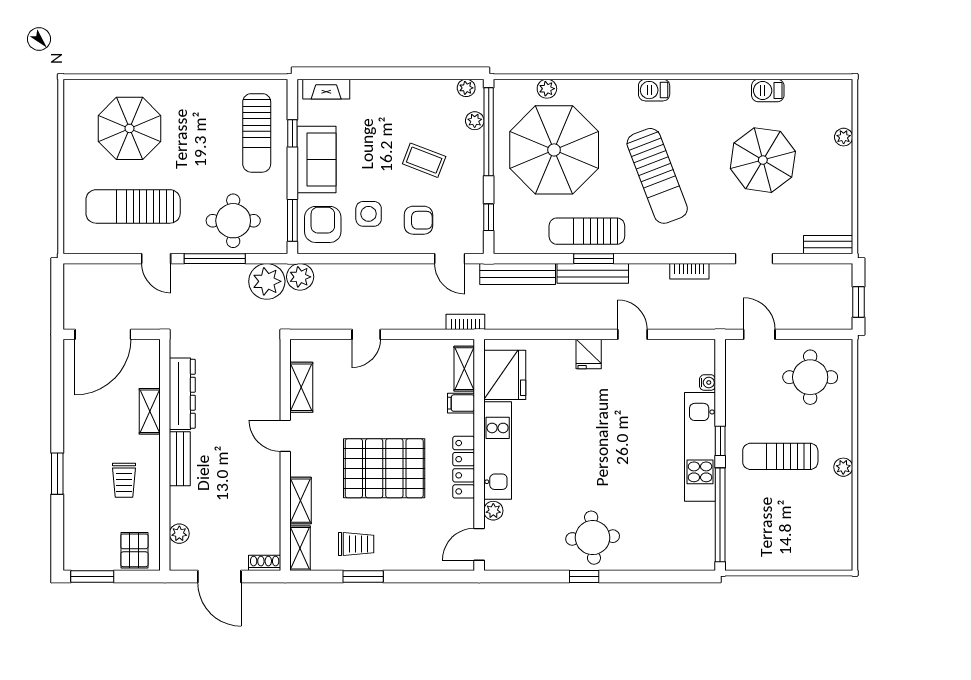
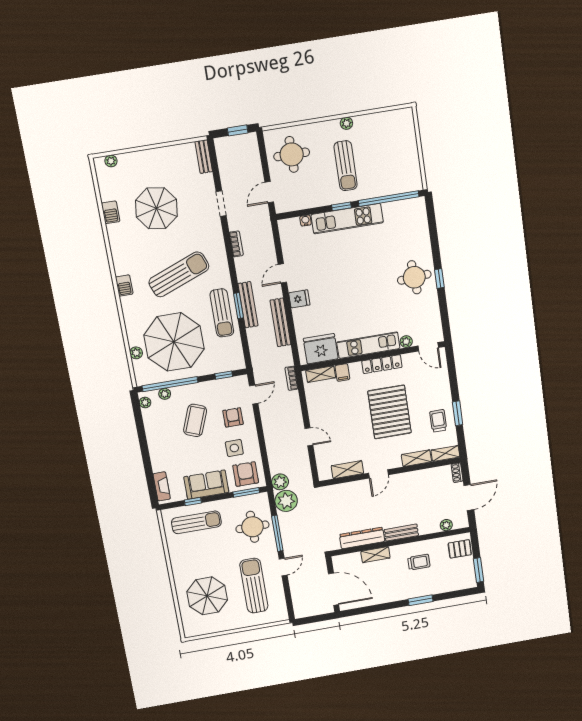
plant: (844, 137) -> (111, 161), moved
coffee table: (424, 160) -> (195, 420), width x1.36, depth x1.30
sun lounger: (133, 206) -> (254, 586), turned 180
armchair: (323, 224) -> (246, 474), turned 90
bench: (518, 274) -> (280, 322), moved

